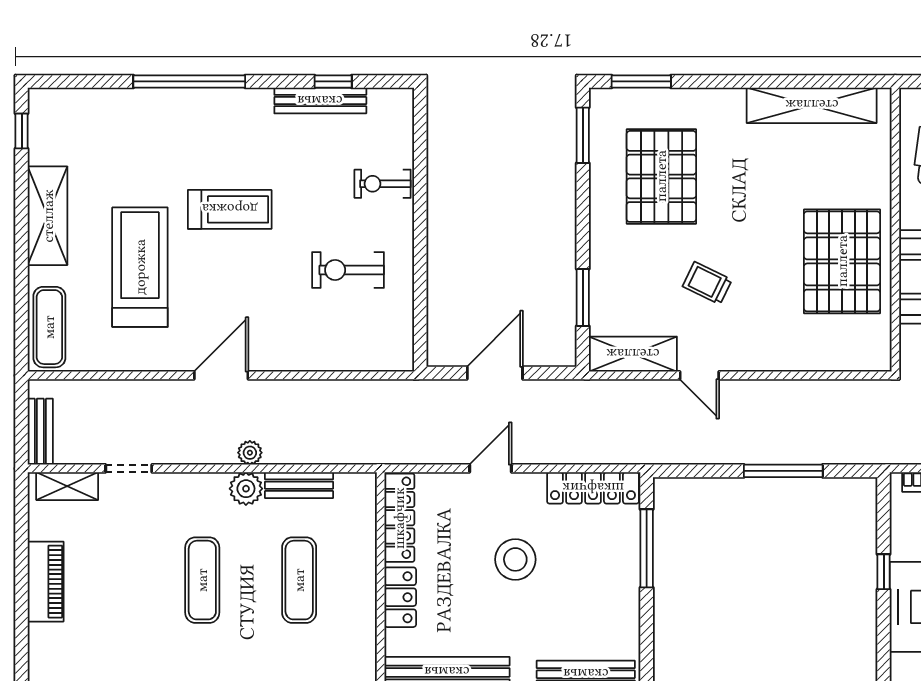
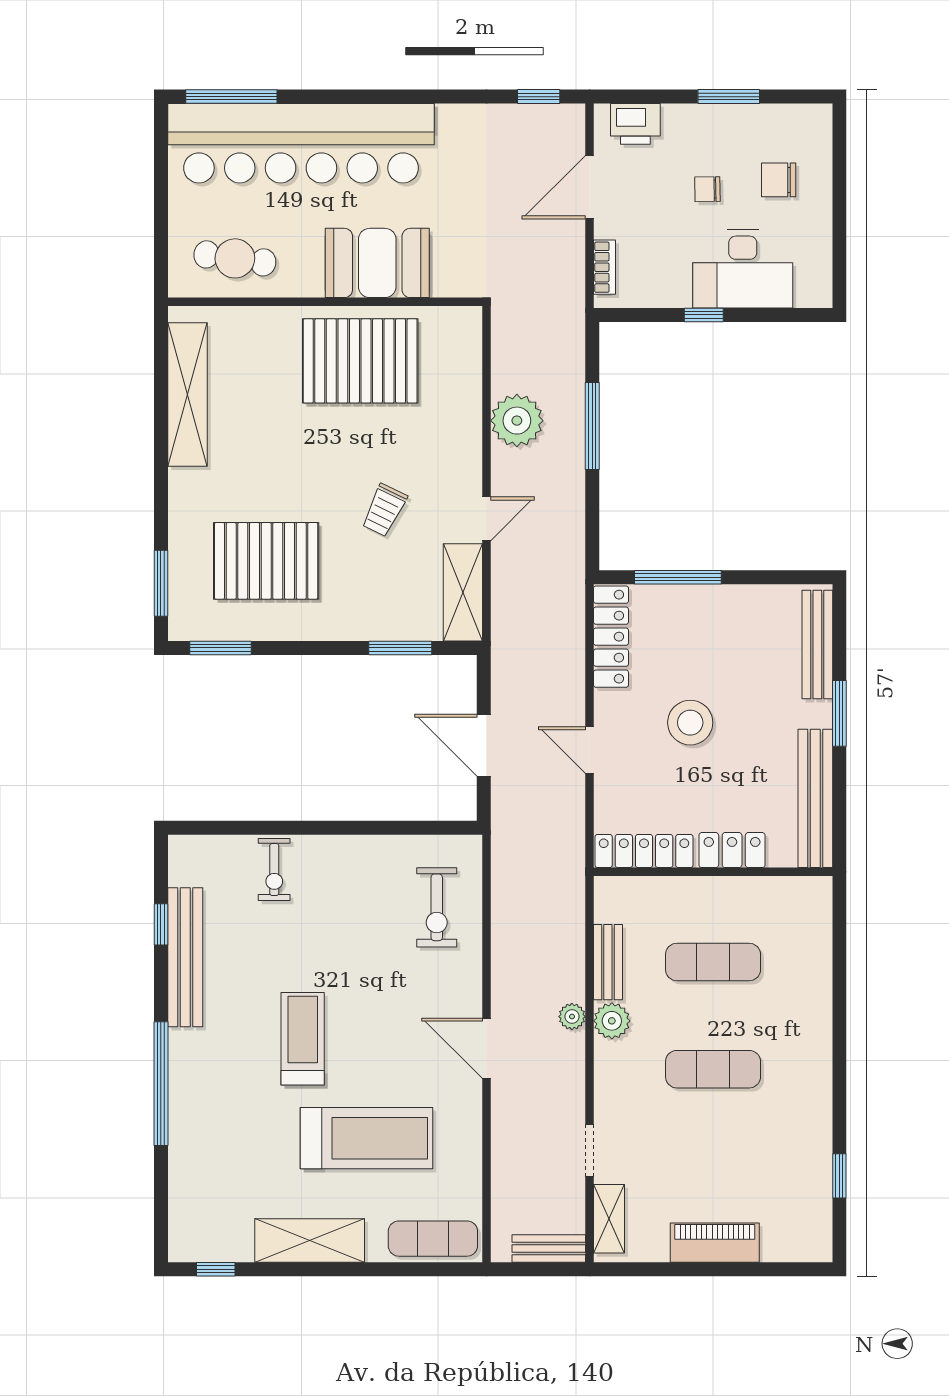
bench: (320, 101) -> (185, 957), width x1.37, depth x1.21
treadmill: (140, 267) -> (367, 1138), turned 180
exercise bike: (348, 270) -> (437, 907), moved
plant: (788, 403) -> (517, 421), added

